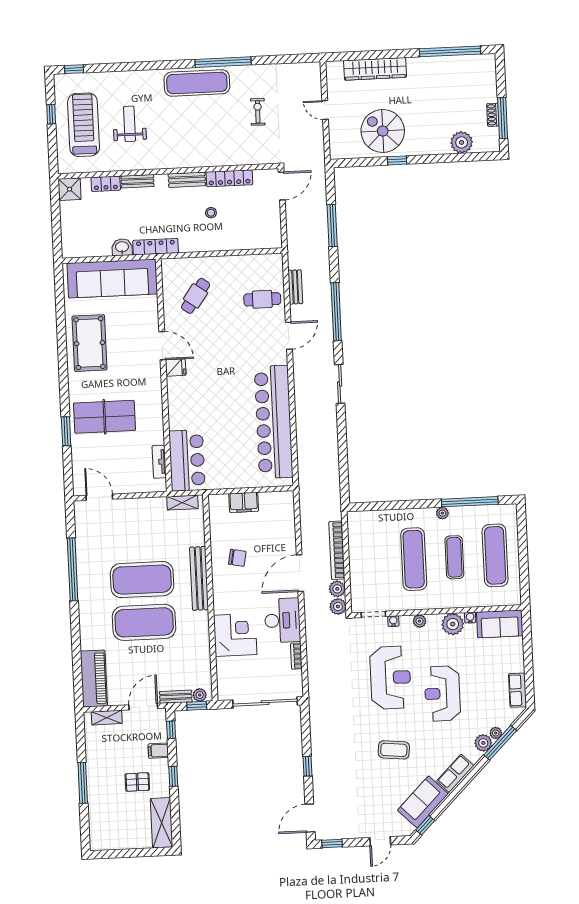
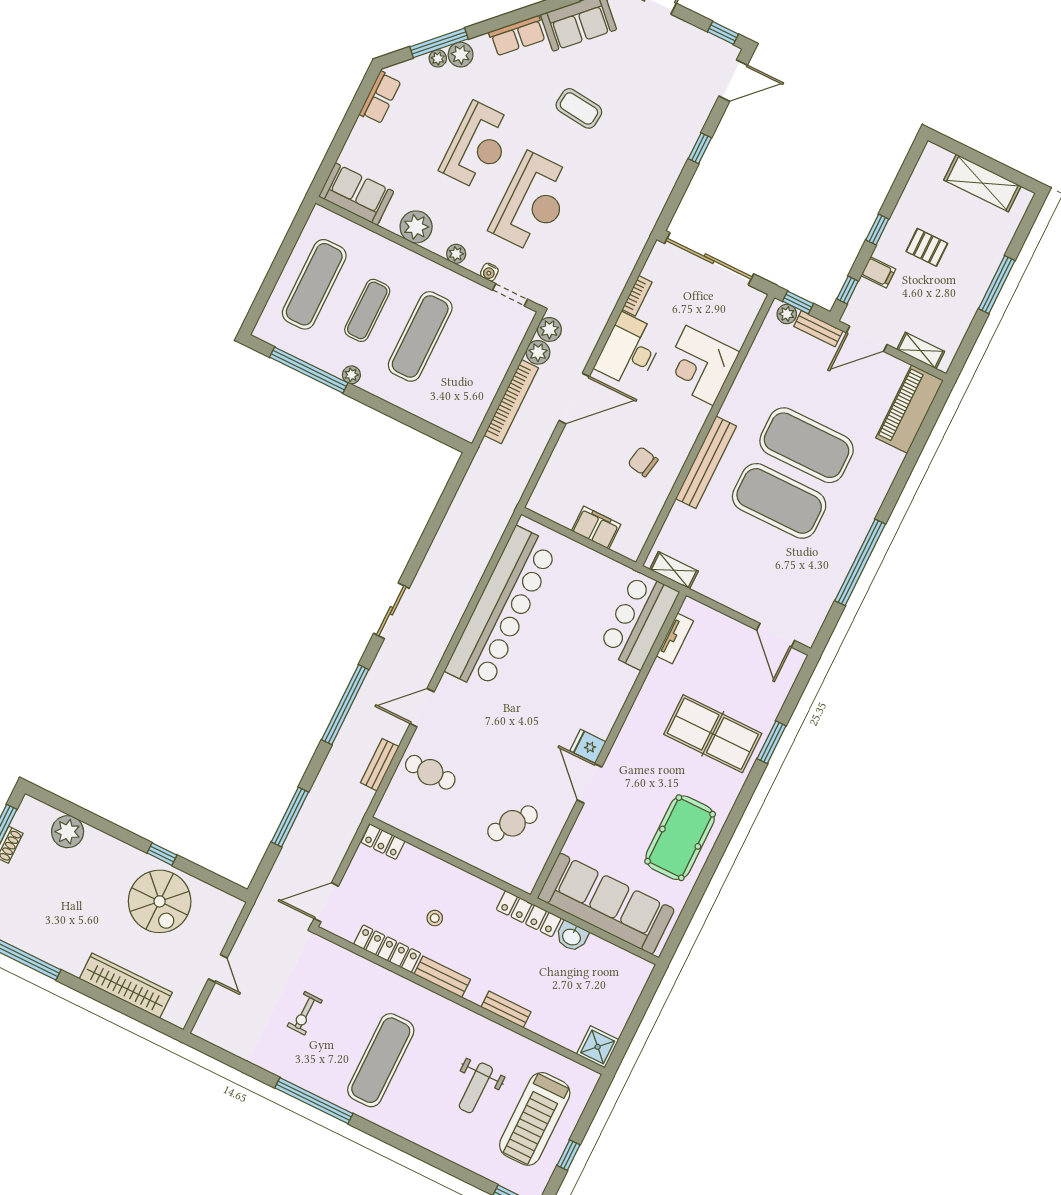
exercise mat: (197, 83) -> (381, 1060), moved, turned 90
locker: (106, 184) -> (383, 842), moved, turned 180
water cooler: (470, 618) -> (389, 223), removed
reception desk: (390, 678) -> (533, 203), turned 180
shelving: (162, 823) -> (982, 183), moved, turned 90

